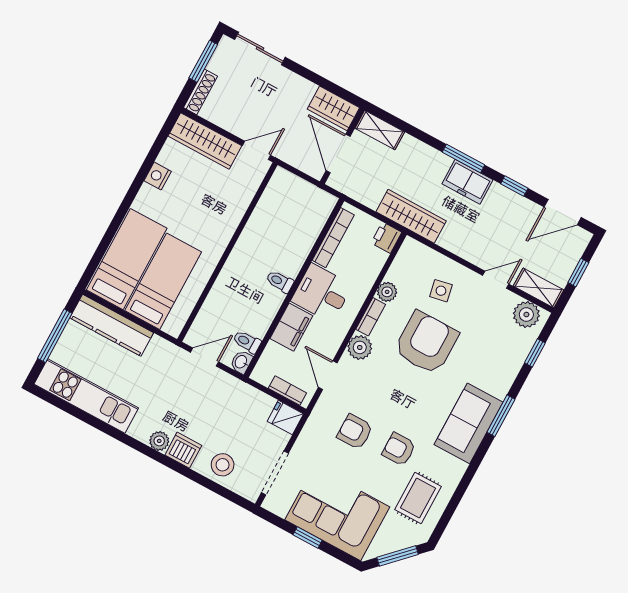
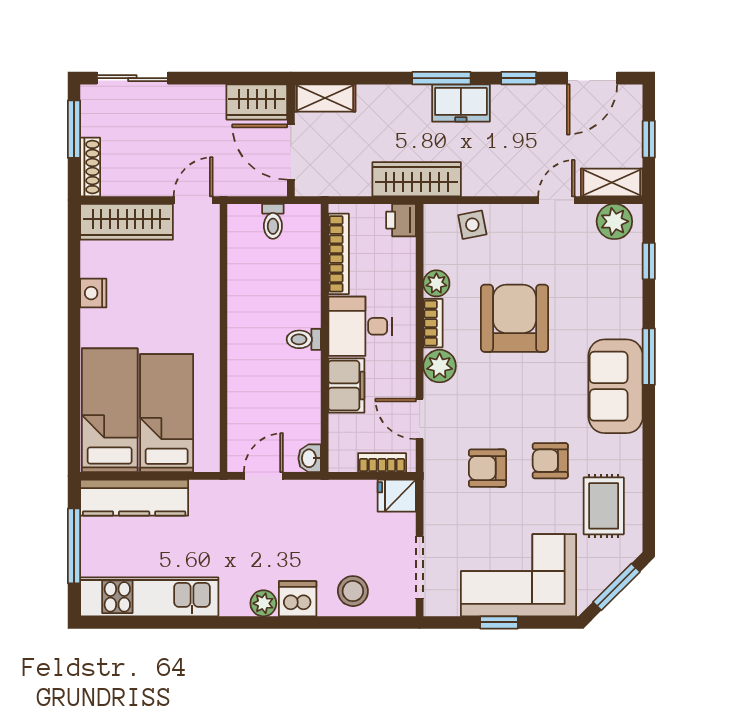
side table: (441, 291) -> (472, 225), moved
toilet: (247, 342) -> (273, 221), moved, turned -90

